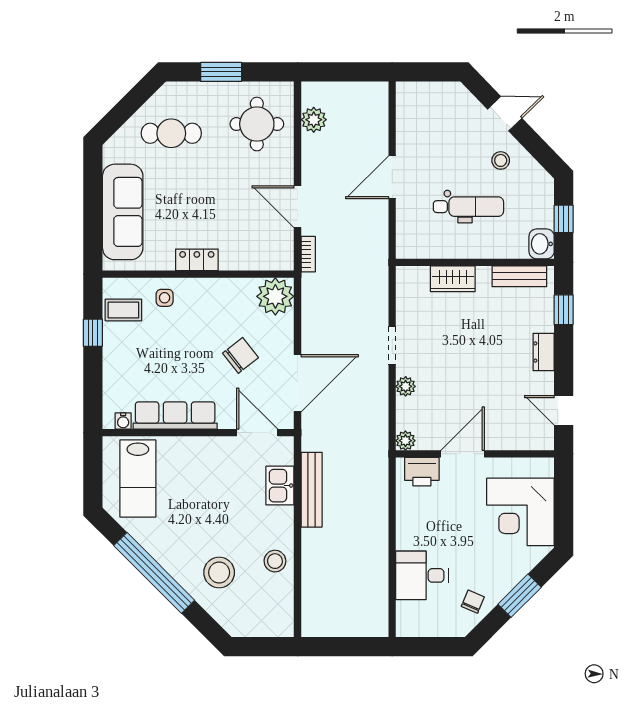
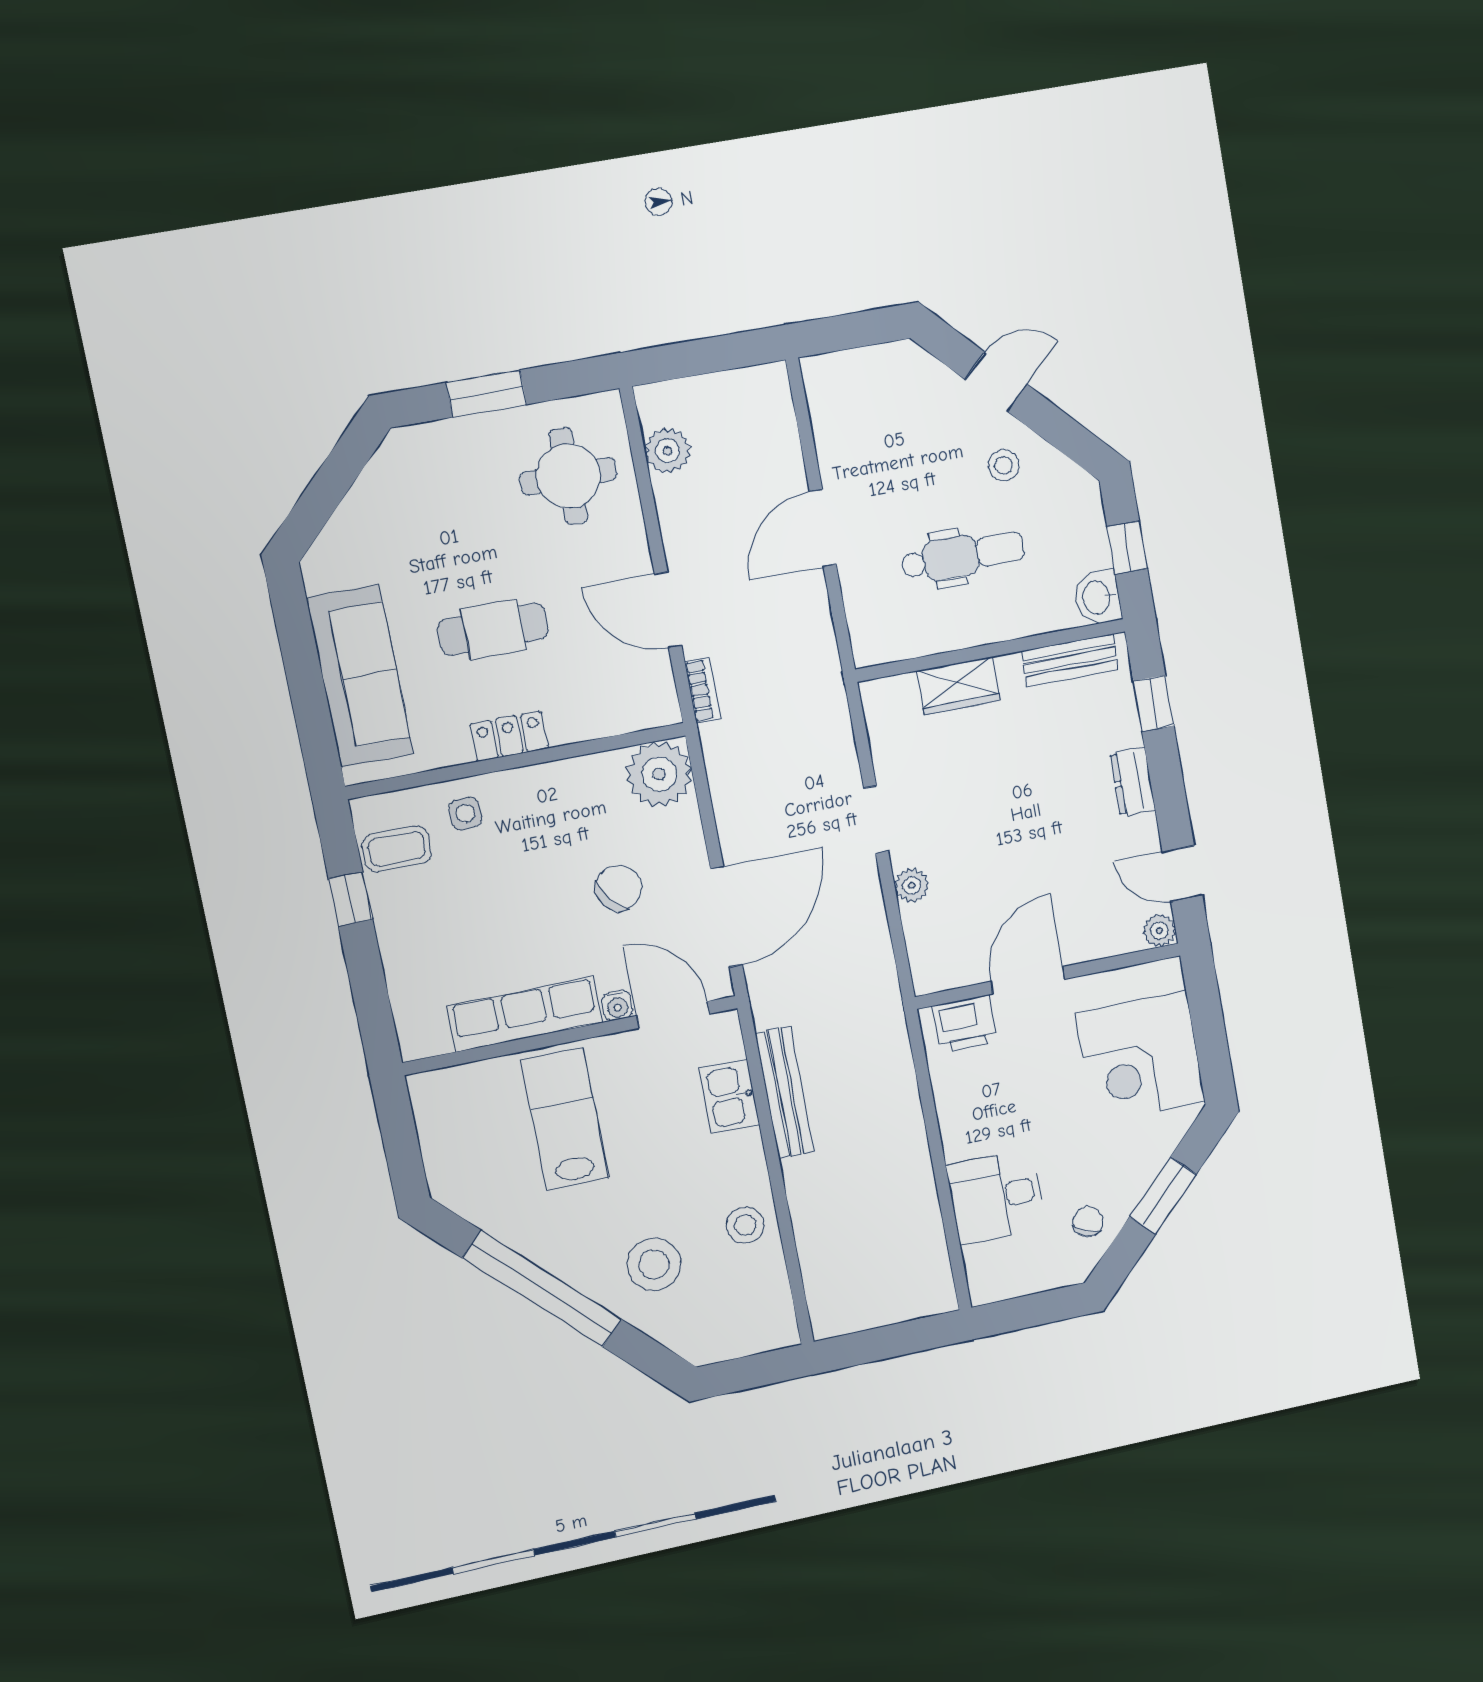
cafe table: (171, 133) -> (493, 629), moved
water cooler: (123, 421) -> (617, 1005), moved
plant: (405, 441) -> (1159, 931), moved
lab bench: (138, 479) -> (565, 1119), moved, turned 180

